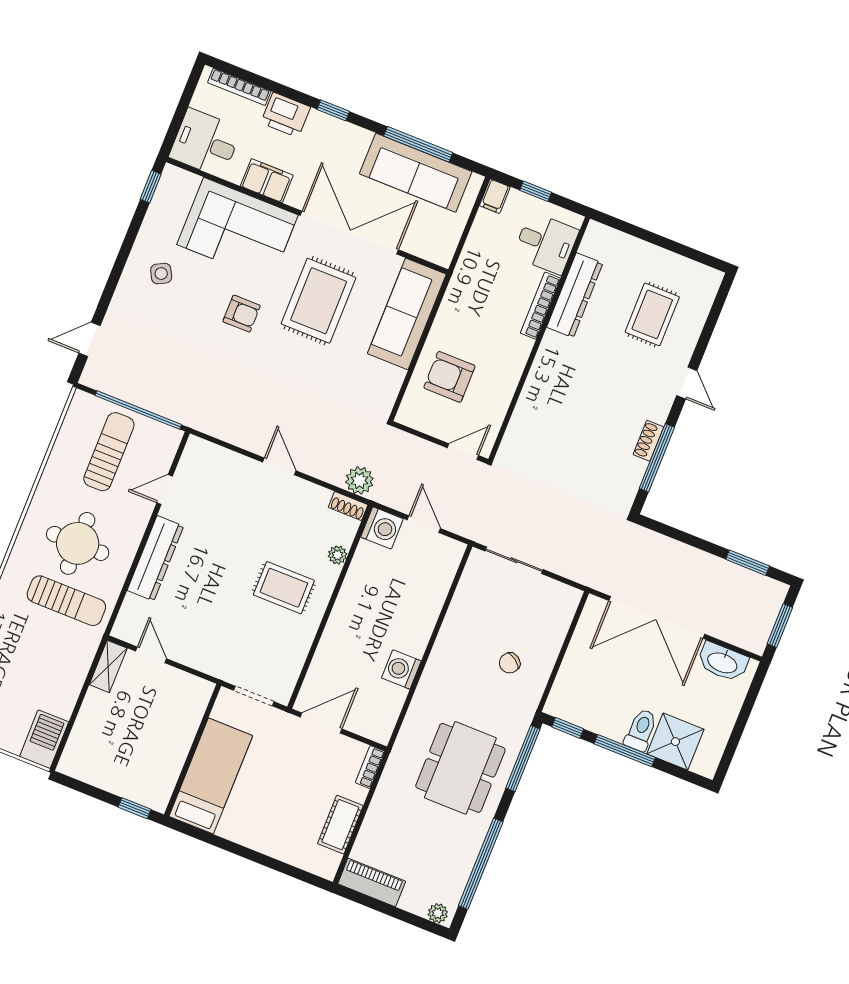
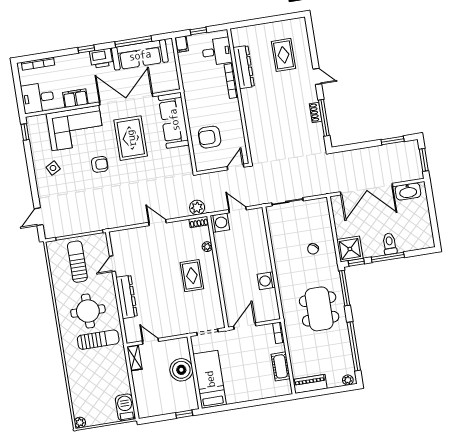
printer: (286, 115) -> (101, 58), moved
rug: (284, 588) -> (192, 276), turned 90
boiler: (174, 732) -> (181, 370), added
shower: (675, 742) -> (350, 249), moved

